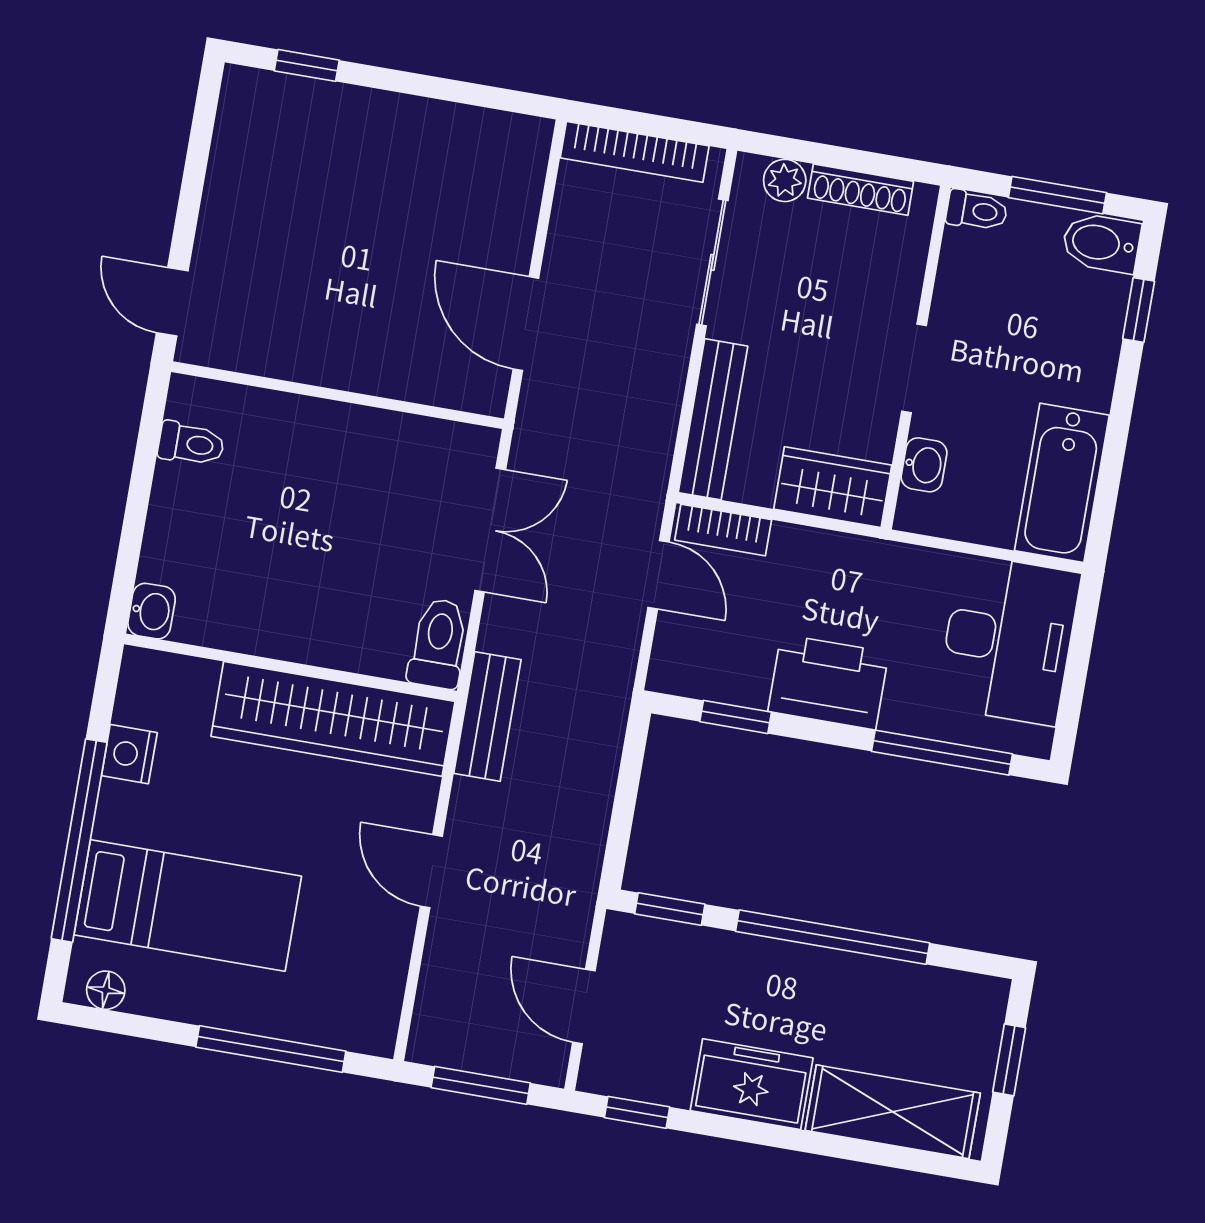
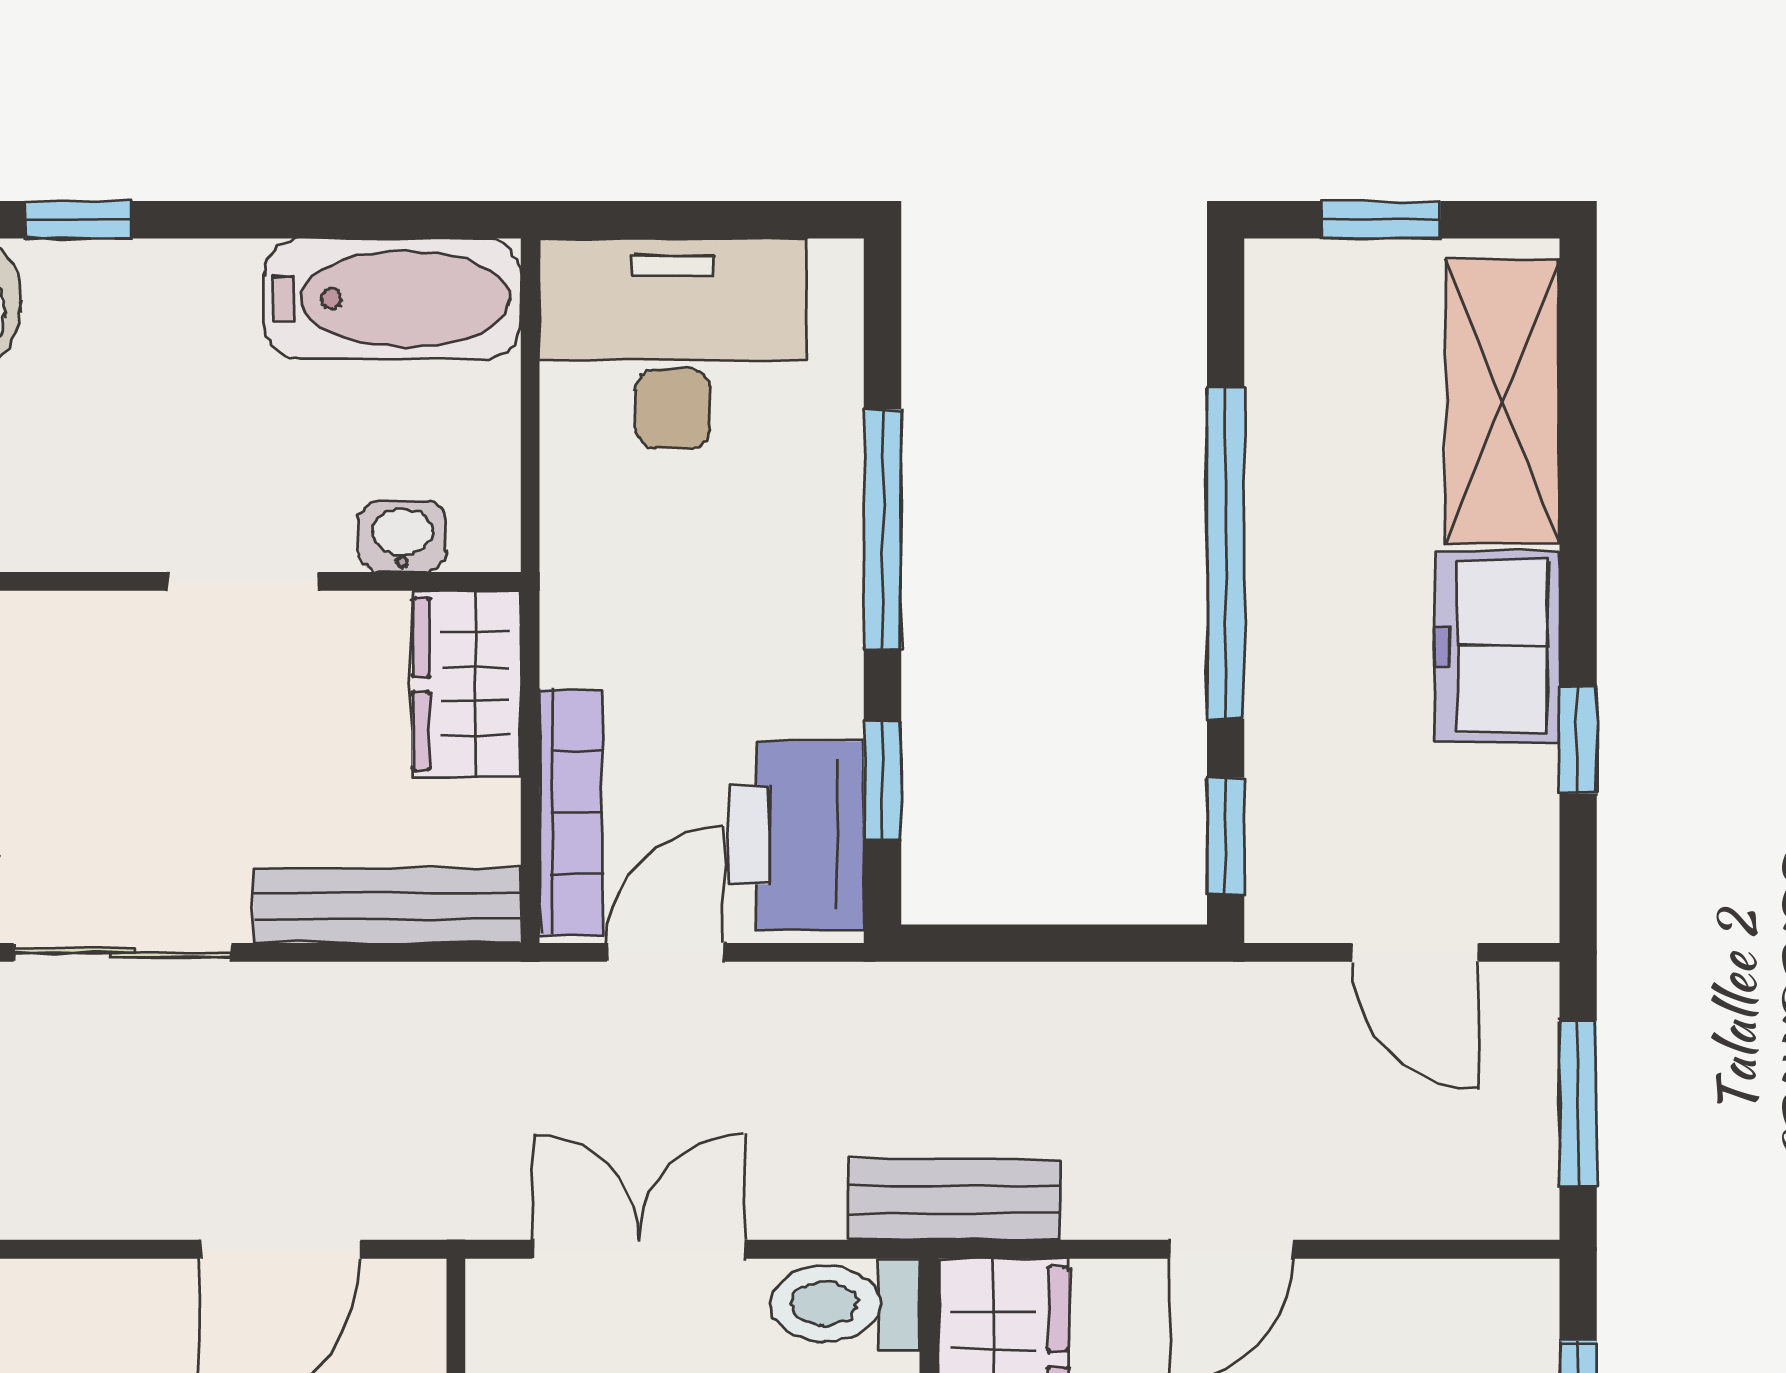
bookcase: (723, 530) -> (571, 812), width x1.56
printer: (828, 682) -> (796, 835), moved
window: (942, 753) -> (882, 529), moved
door: (584, 1006) -> (1415, 952), hinge flipped
window: (637, 1112) -> (1578, 740), moved

